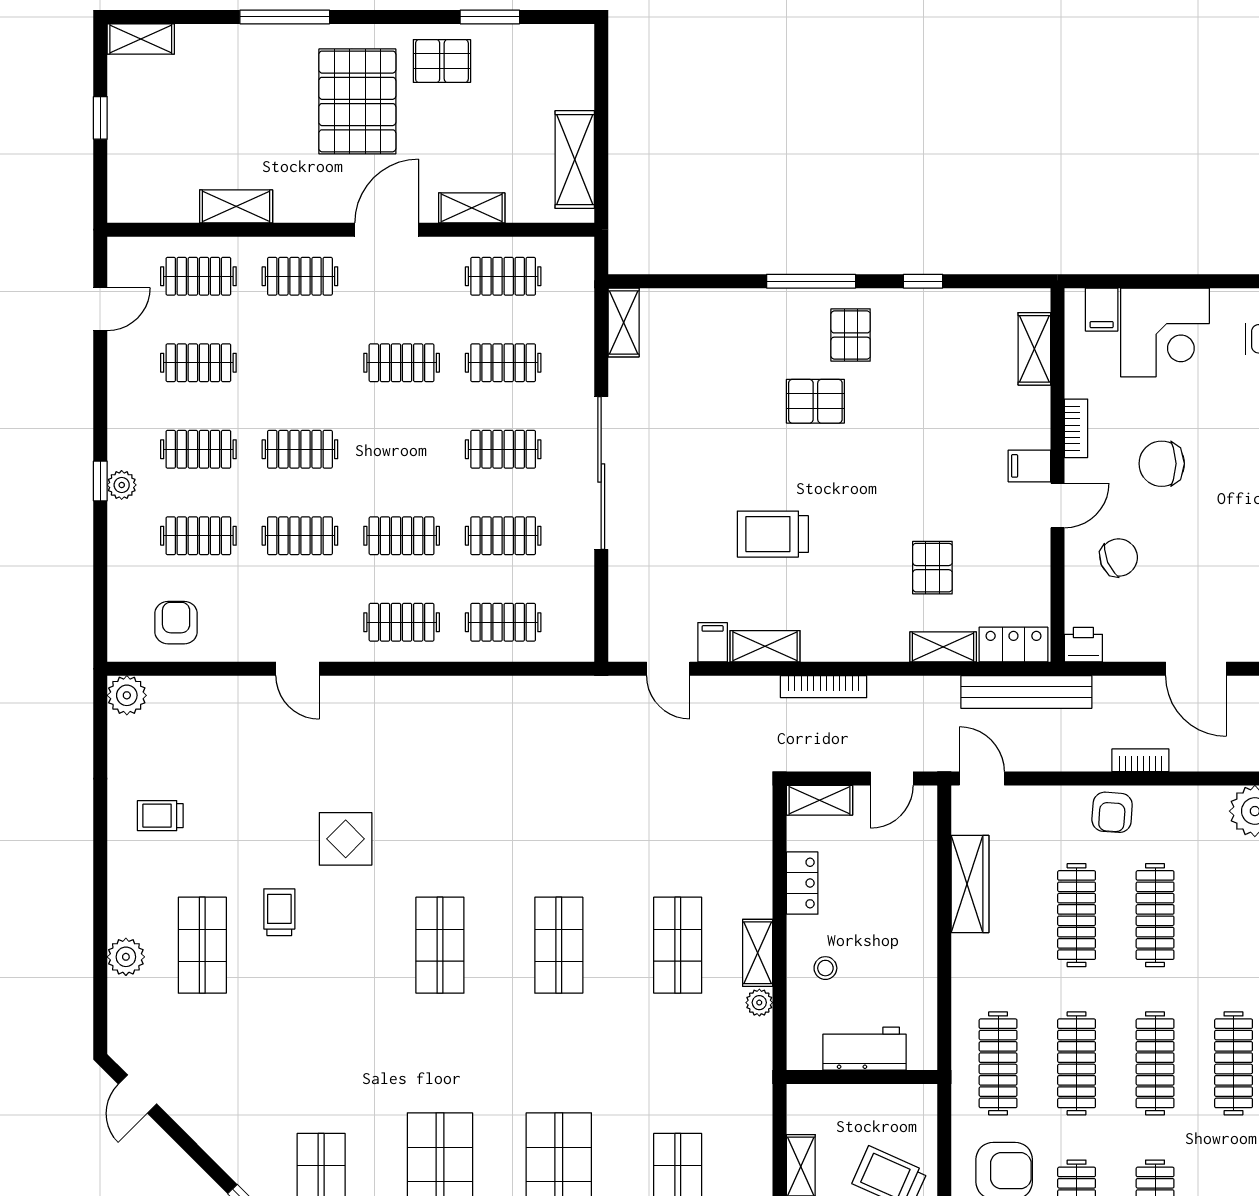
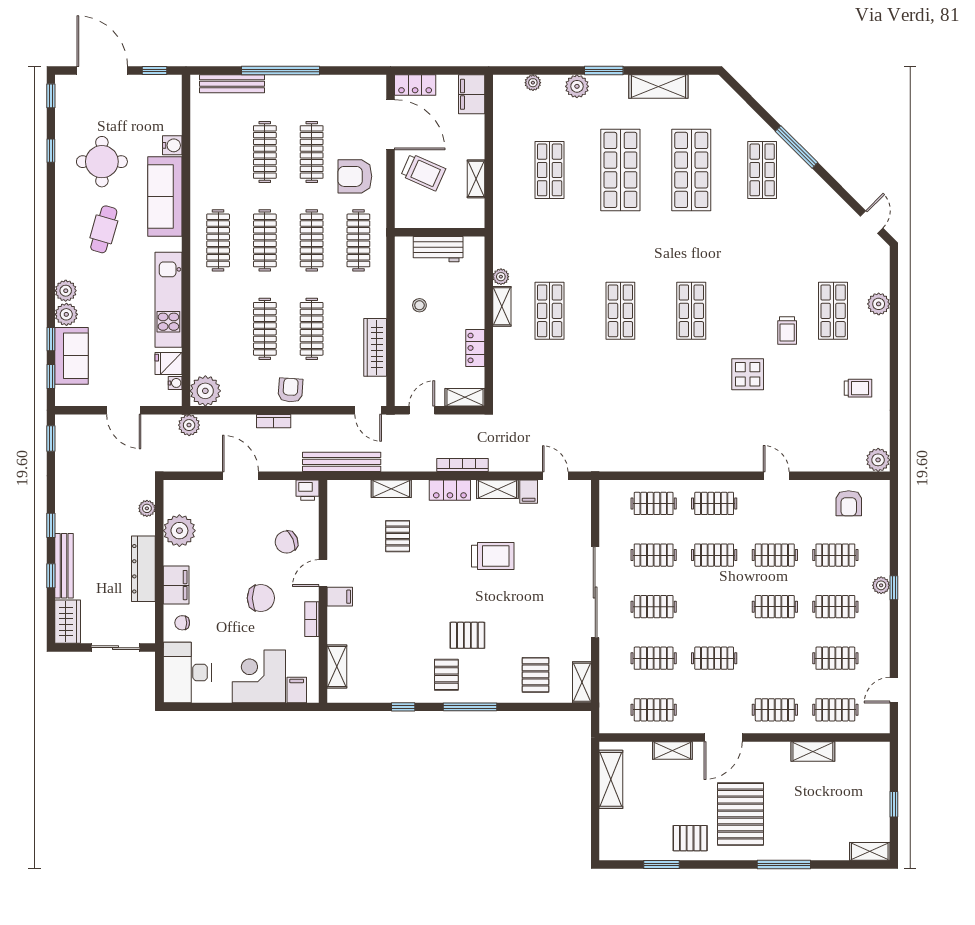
pallet: (701, 335) -> (536, 675), added
locker: (1013, 645) -> (450, 490), moved
stool: (825, 968) -> (419, 305), moved

